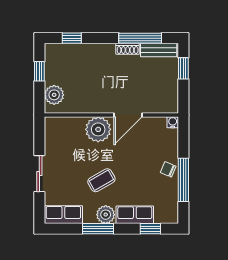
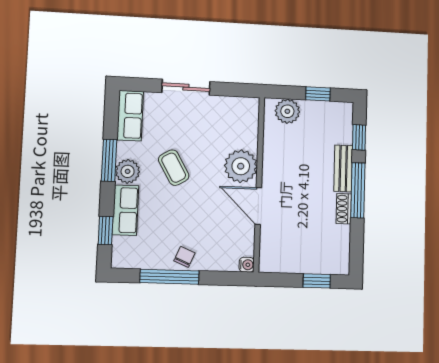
window: (140, 38) -> (358, 190), moved
bench: (159, 50) -> (343, 168), moved

